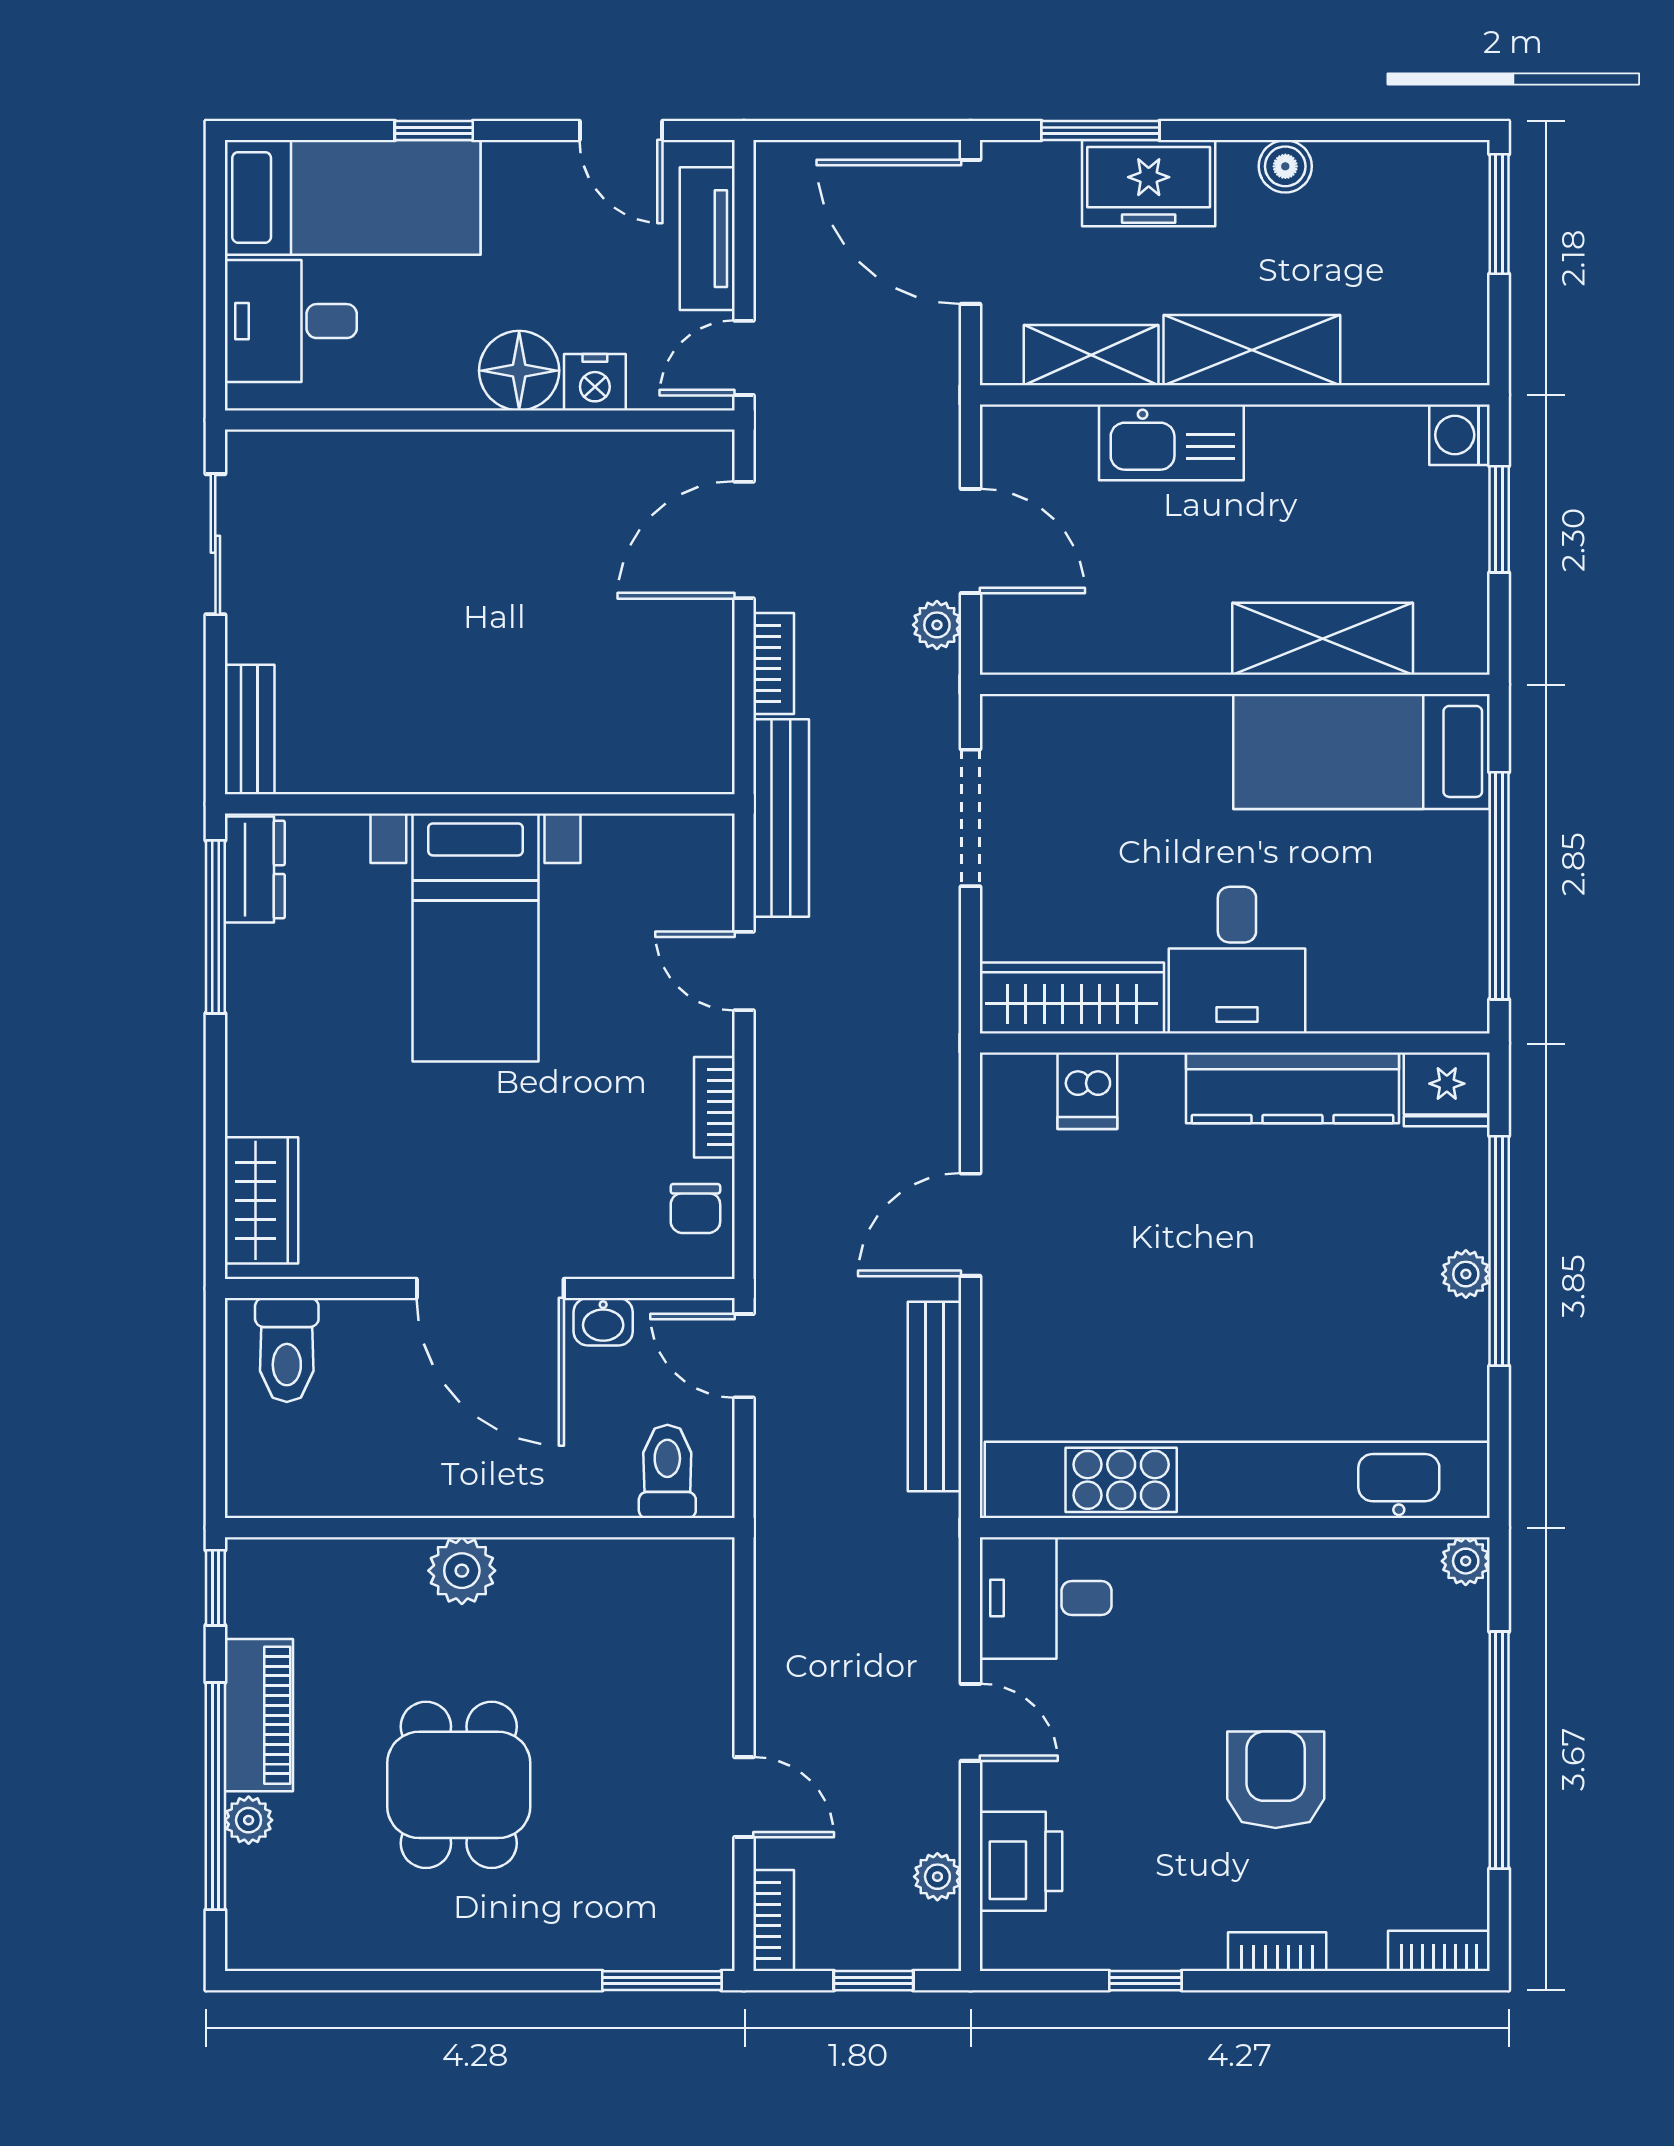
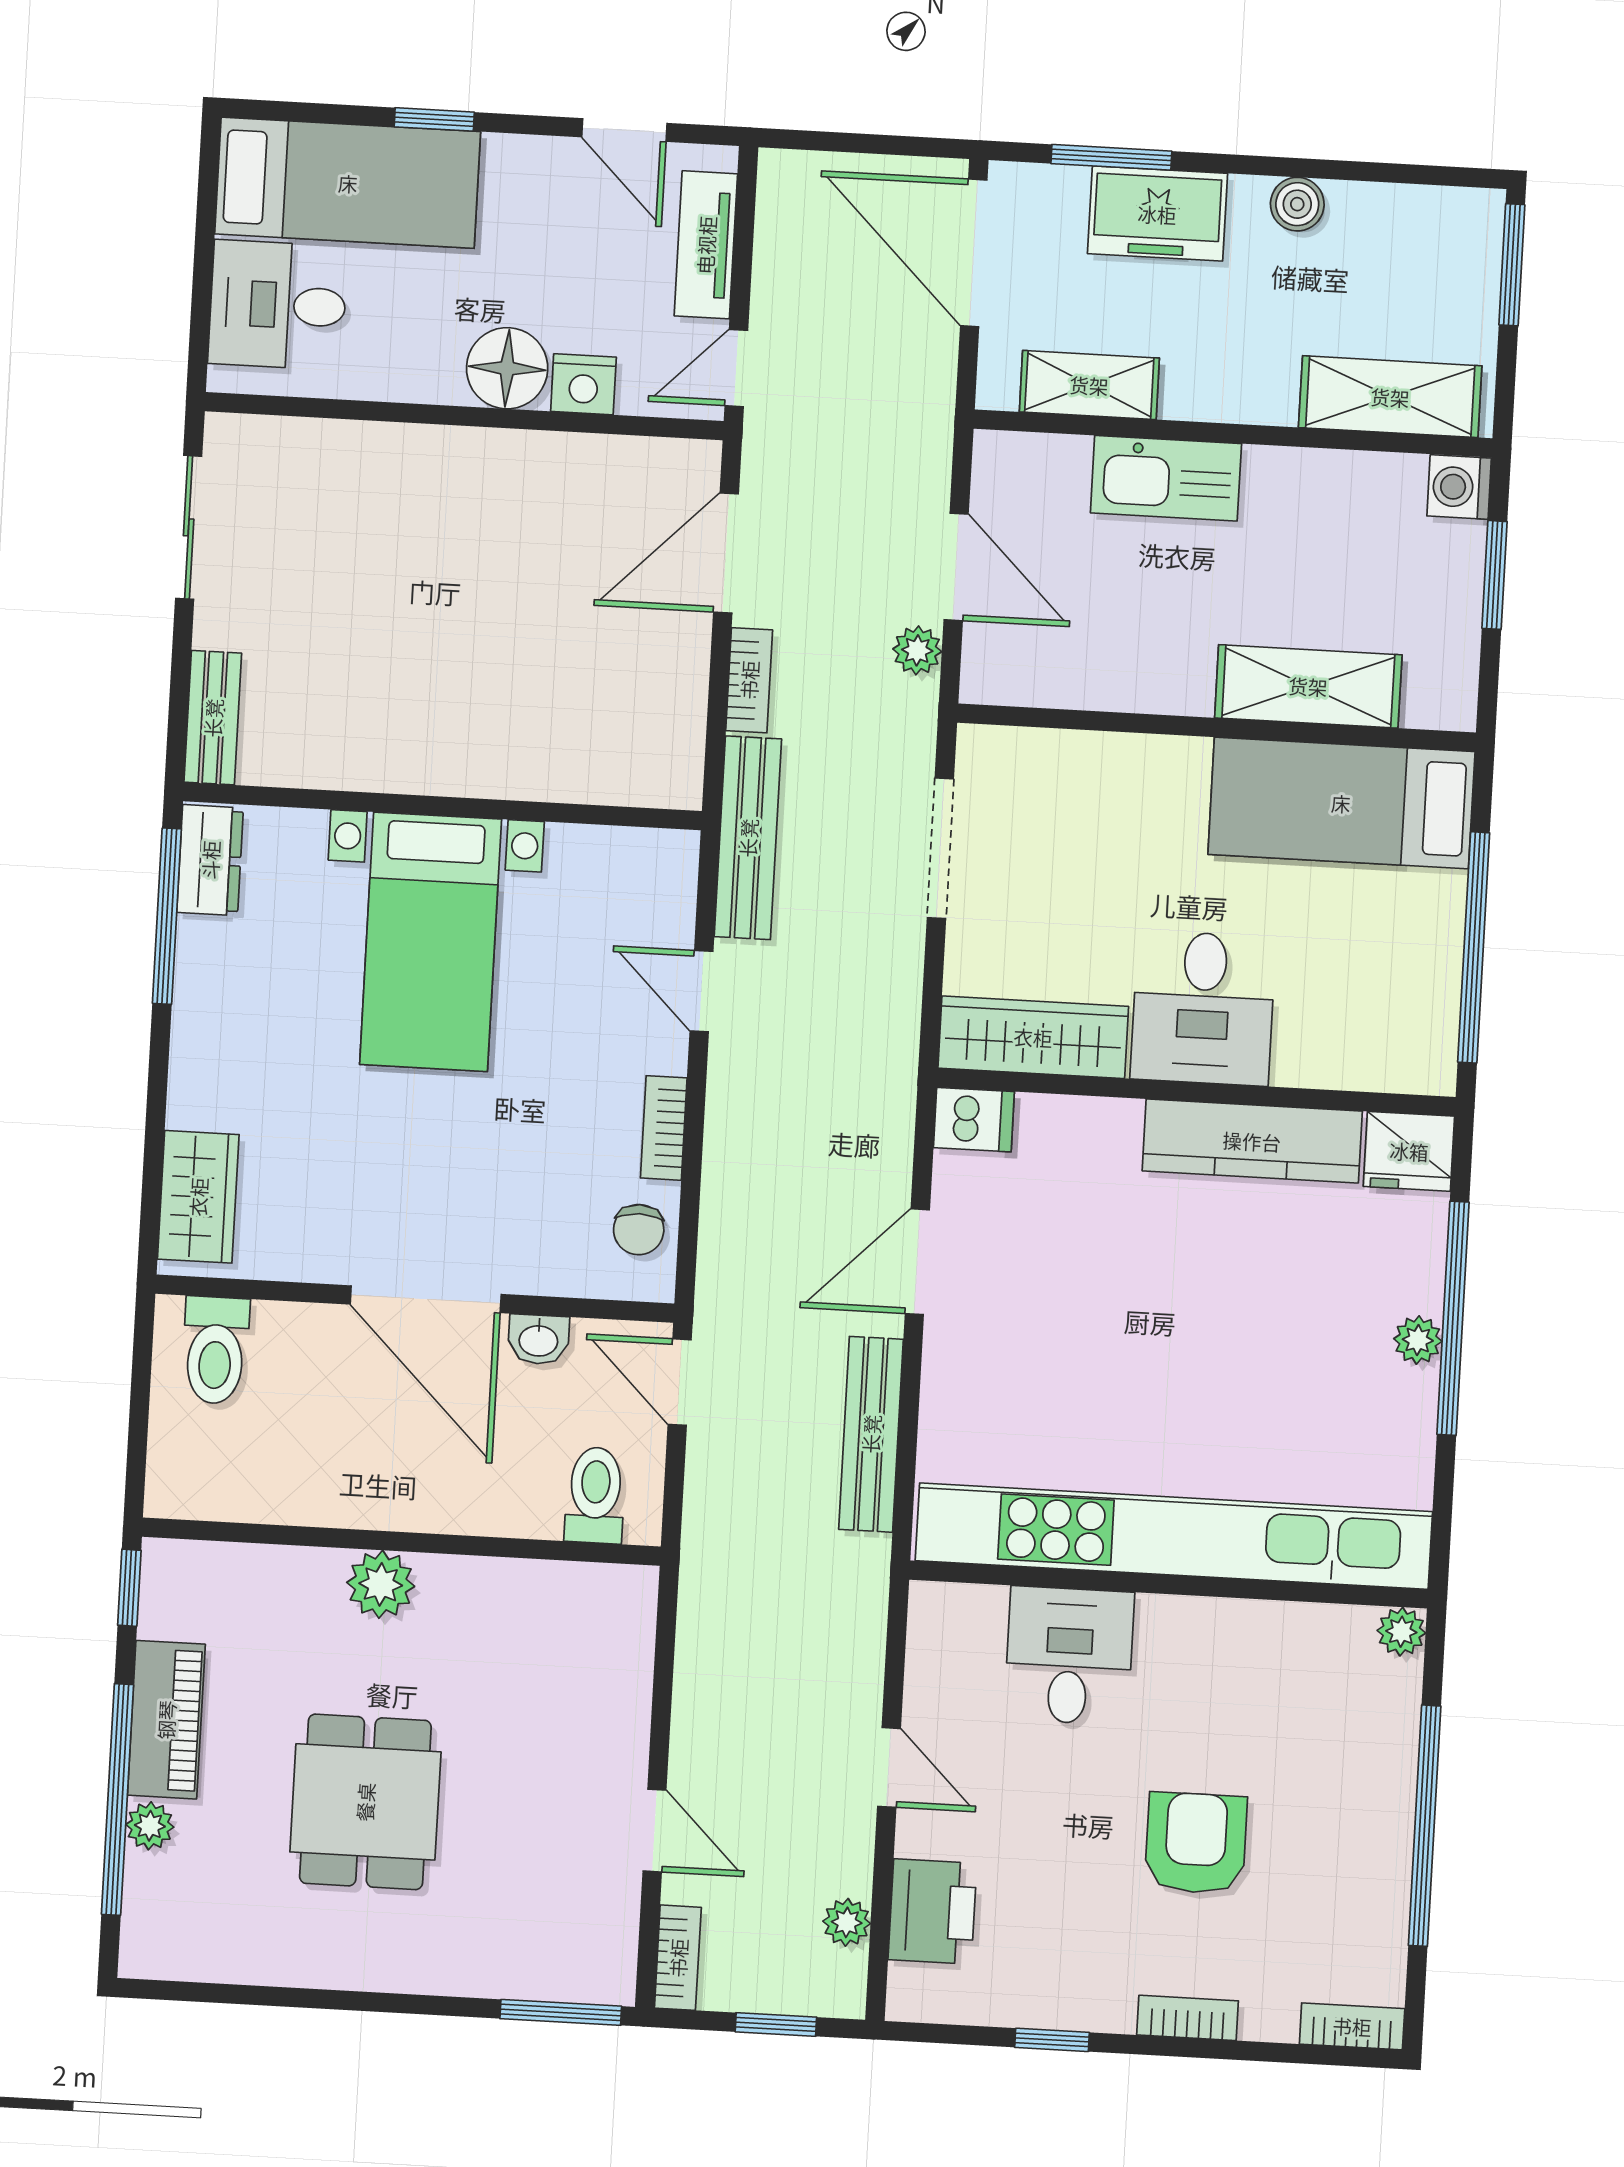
shelving: (1252, 350) -> (1390, 397), moved
dishwasher: (1087, 1091) -> (974, 1120), moved, turned -90
desk: (1046, 1598) -> (1069, 1656), moved, turned 90

